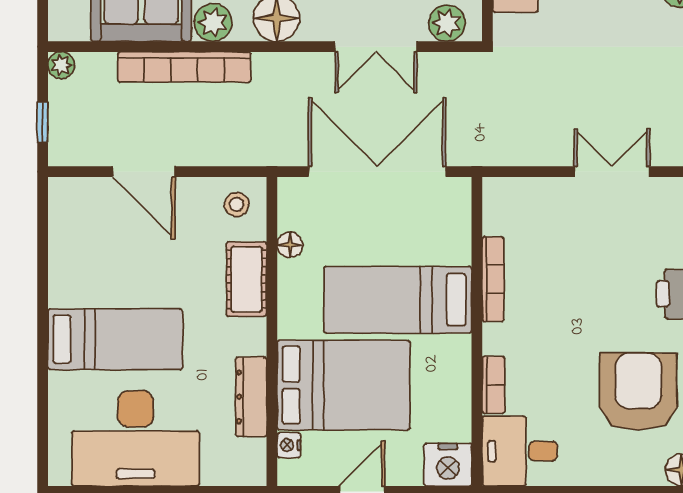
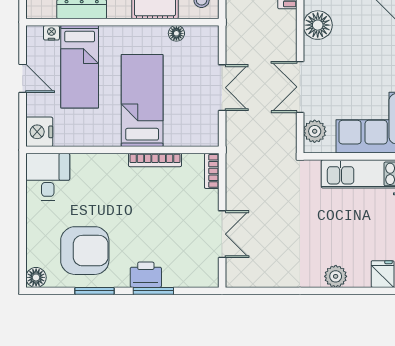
double door: (377, 172) -> (222, 88), width x0.54
bed: (344, 385) -> (80, 67), width x0.67
bookcase: (494, 385) -> (212, 171), moved, turned 90

